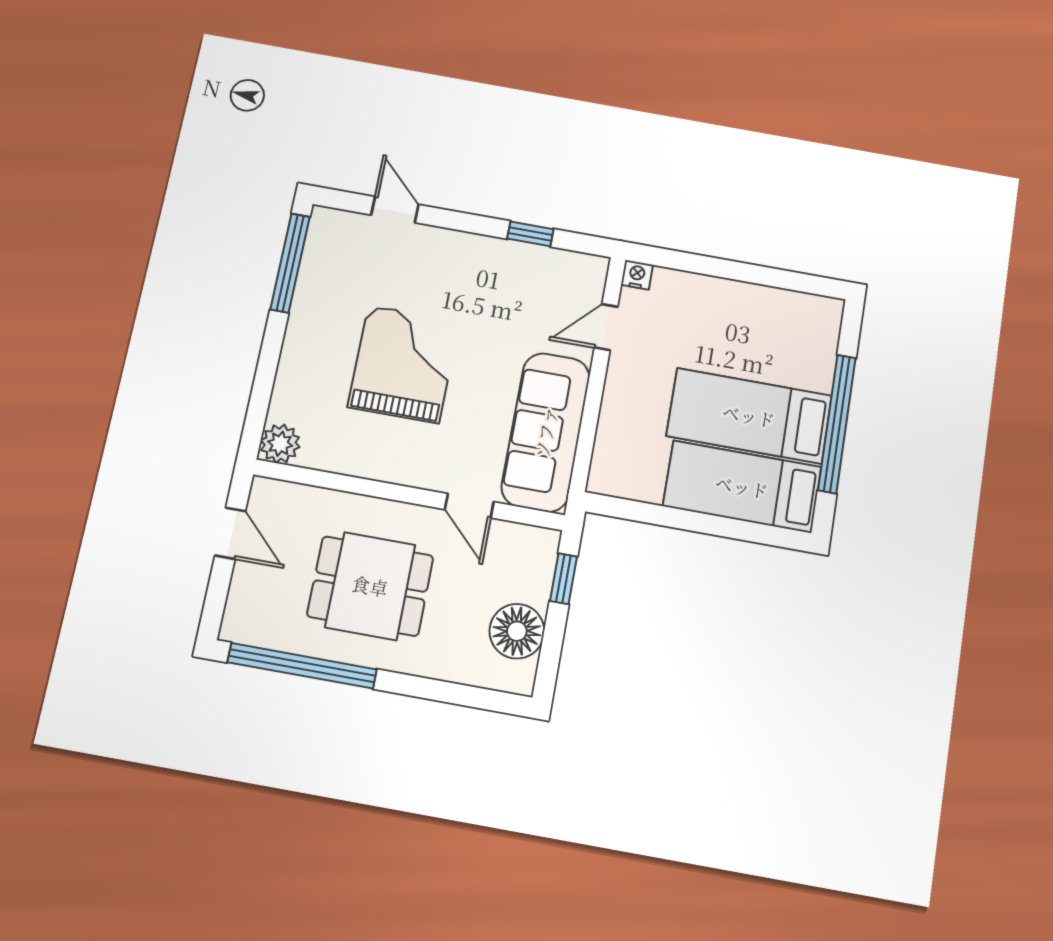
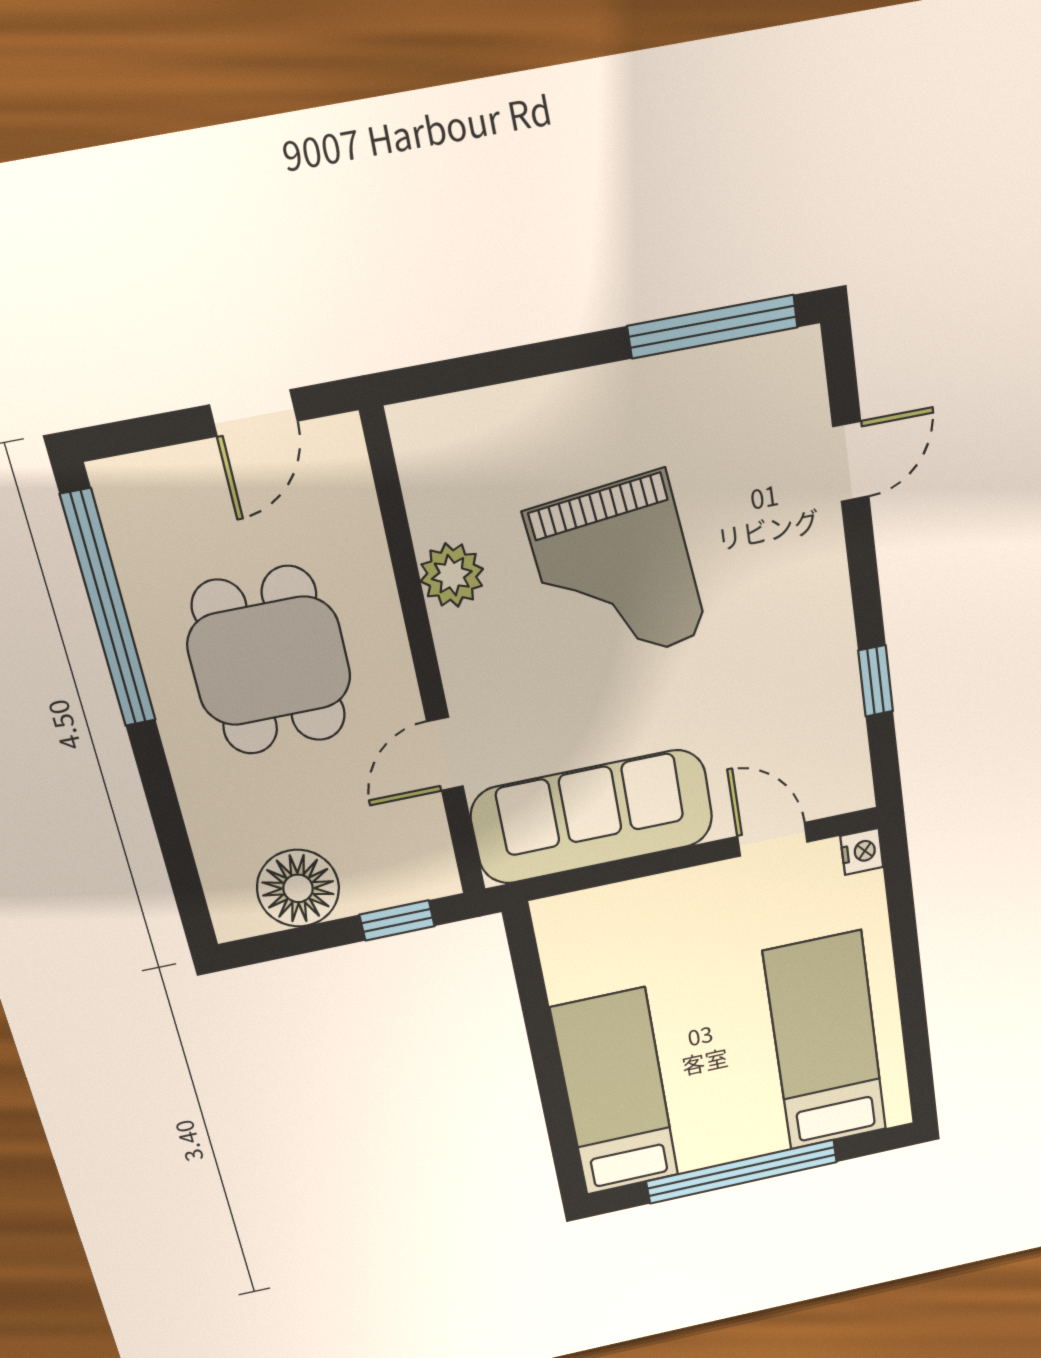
grand piano: (404, 364) -> (617, 574), turned 84
bed: (749, 416) -> (825, 1042), moved
plant: (280, 444) -> (452, 575), moved

